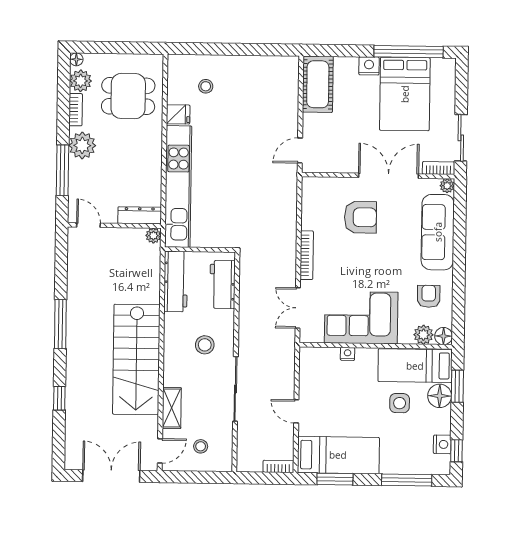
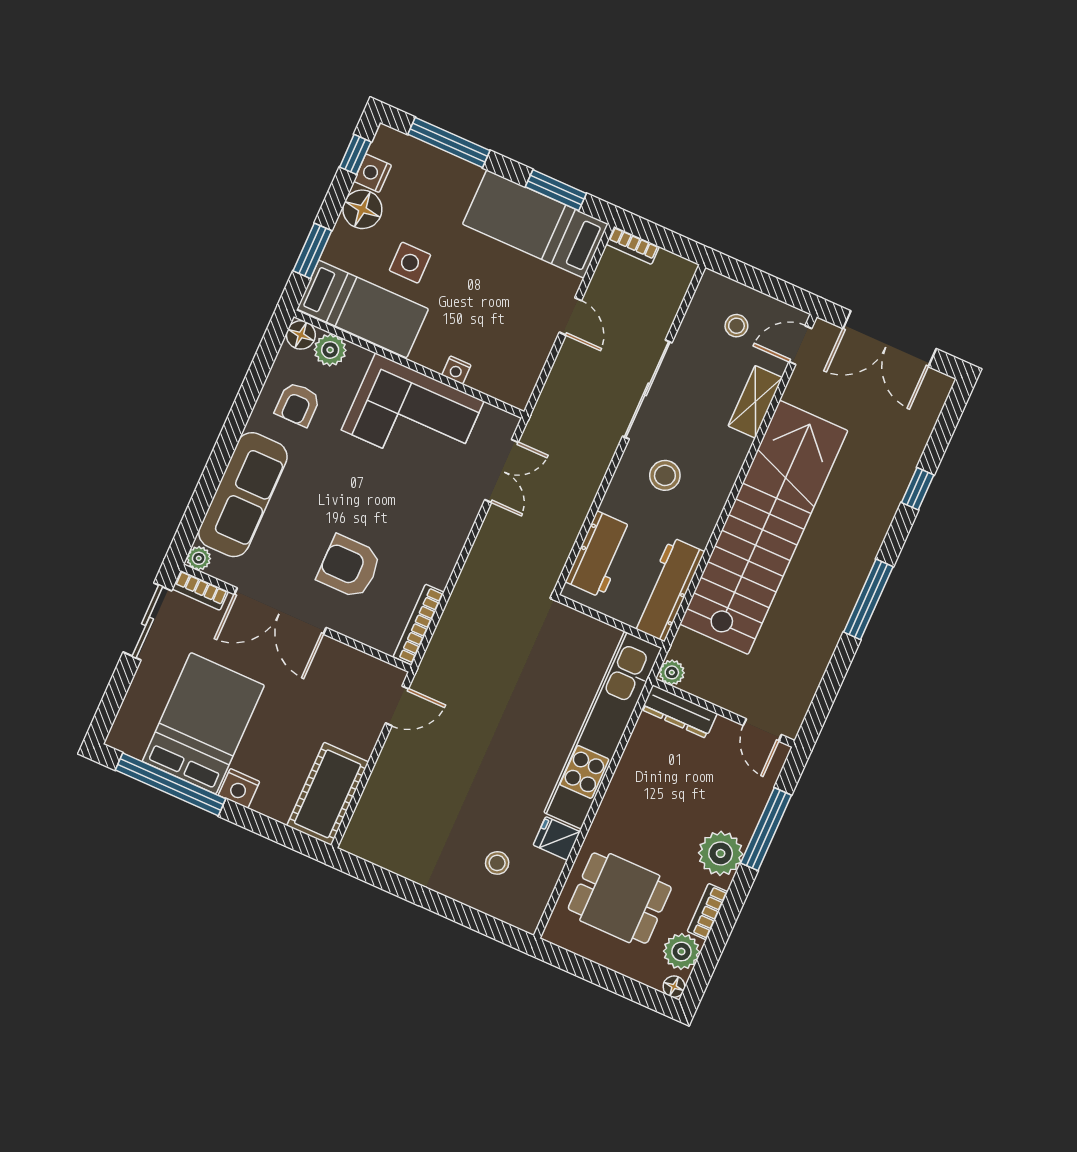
bookcase: (307, 255) -> (419, 624), moved
stairs: (136, 359) -> (764, 527), width x1.36
floor lamp: (440, 396) -> (362, 209), moved

